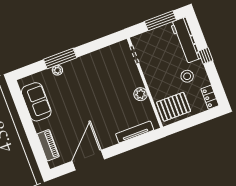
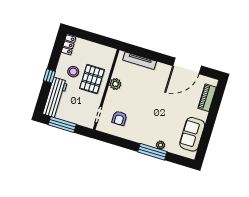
armchair: (113, 66) -> (119, 118), added
pallet: (174, 107) -> (92, 79), moved, turned 90

